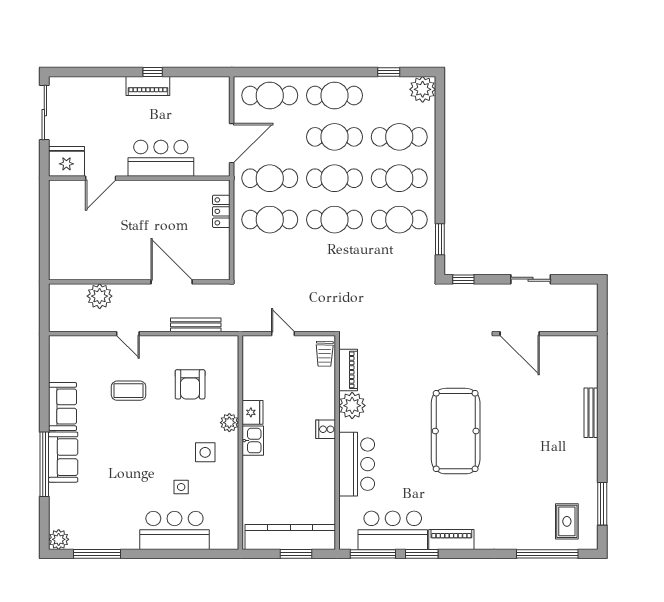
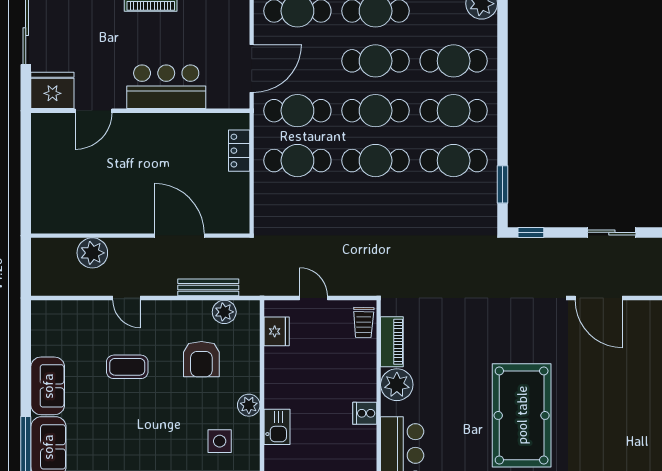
plant: (209, 345) -> (224, 312), added
fridge: (252, 412) -> (277, 331), moved

